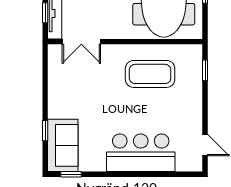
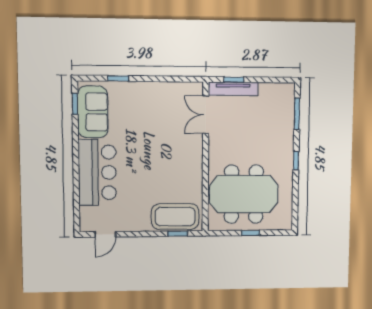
coffee table: (150, 74) -> (175, 217), moved, turned 90
sofa: (63, 145) -> (93, 112), moved, turned -90

